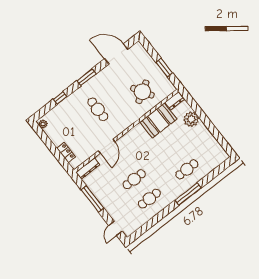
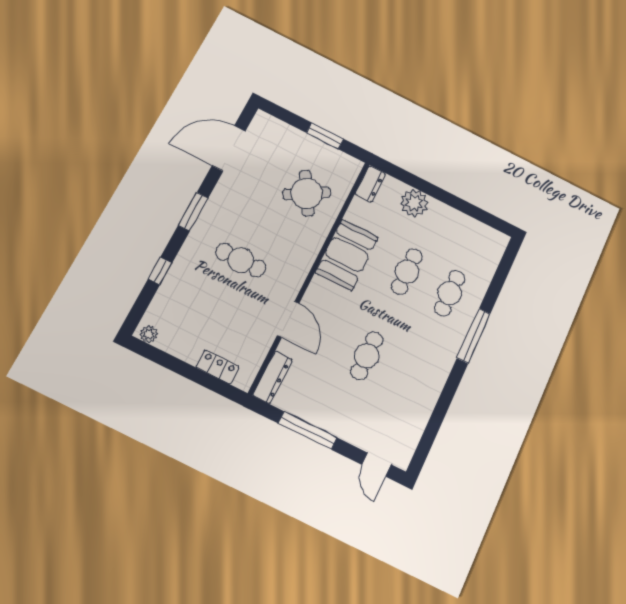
booth: (158, 121) -> (347, 255), moved
cafe table: (149, 199) -> (407, 272), moved

